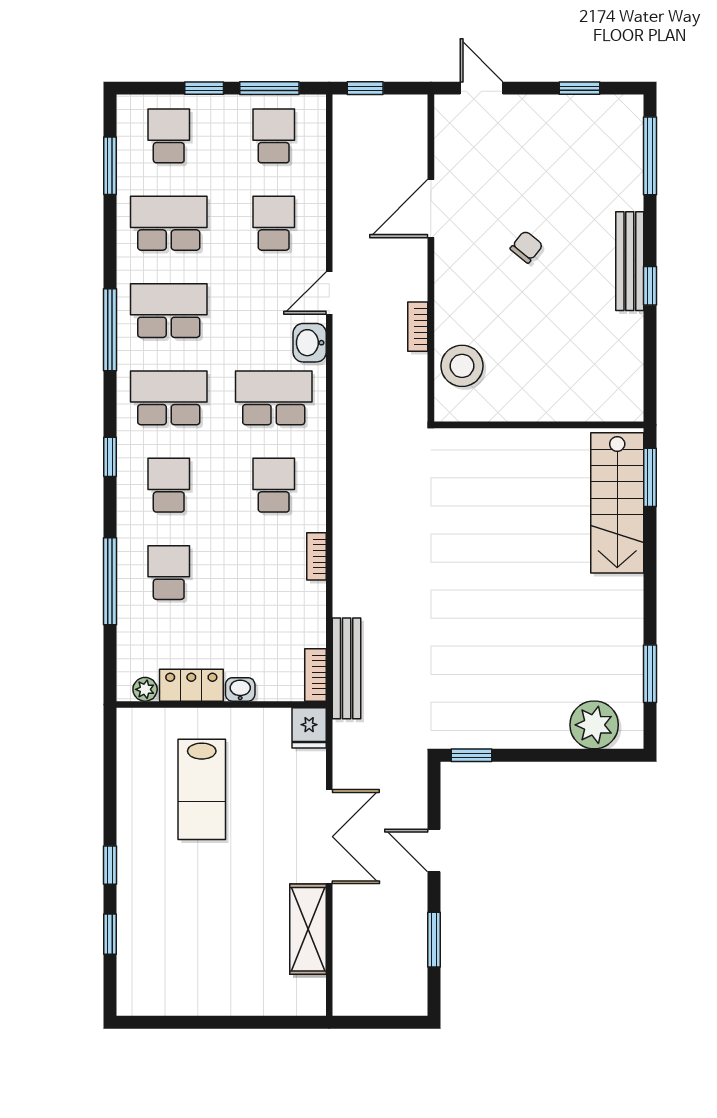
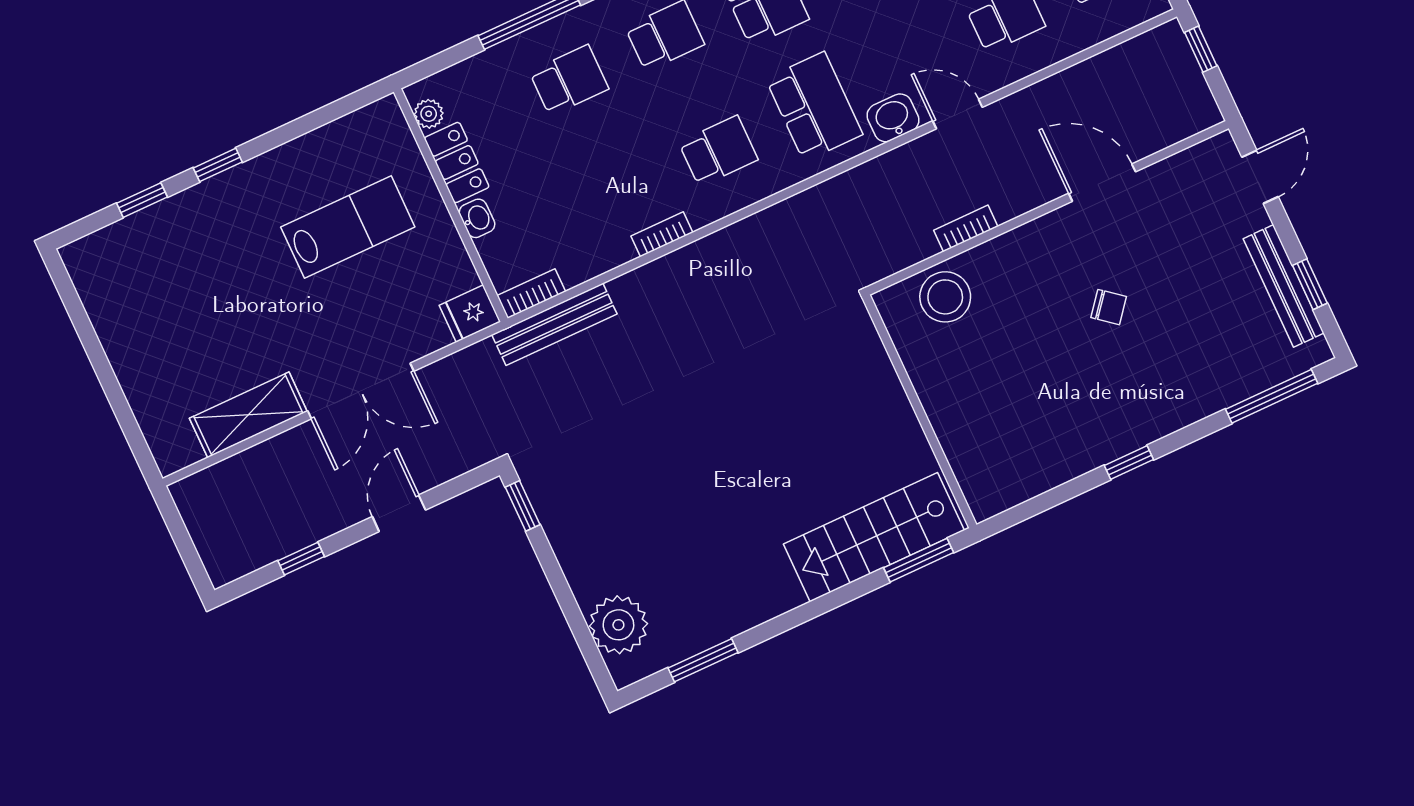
bench: (630, 261) -> (1284, 286), moved, turned 90
lab bench: (202, 789) -> (348, 227), turned 180
window: (434, 940) -> (301, 559), width x0.67

